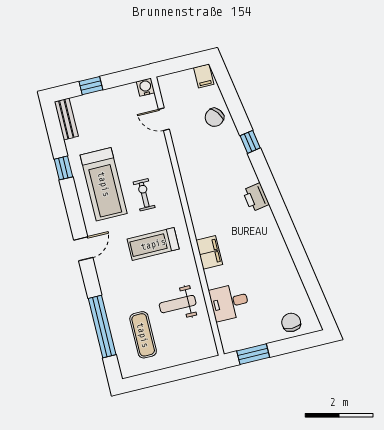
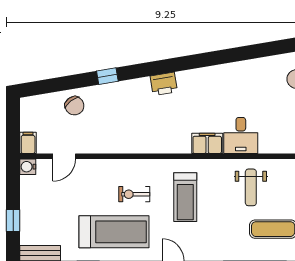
filing cabinet: (204, 76) -> (28, 143), moved, turned -90
desk: (229, 302) -> (241, 136), moved

